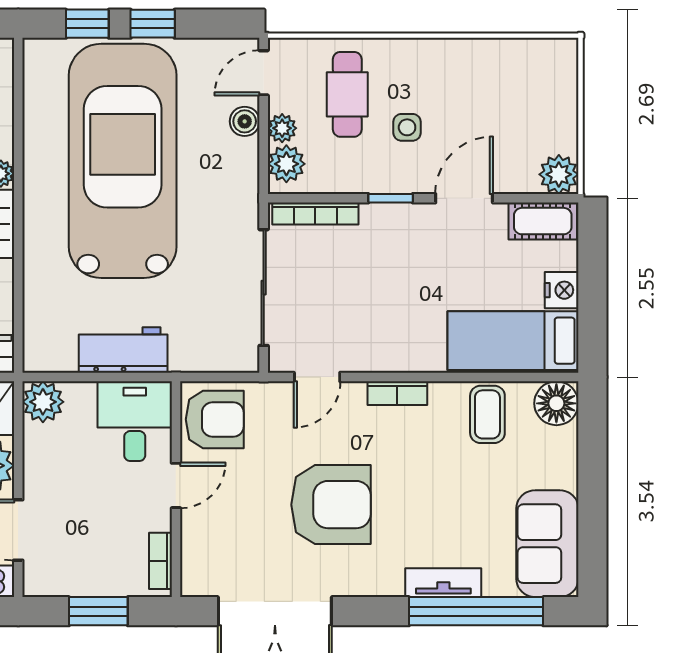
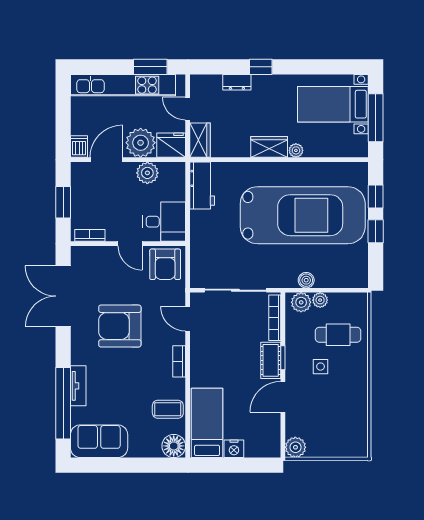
door: (264, 73) -> (349, 290), removed
boiler: (245, 121) -> (306, 280), moved
door: (464, 198) -> (283, 397), swing flipped
cot: (543, 221) -> (271, 360), moved
workbench: (123, 350) -> (202, 185), moved
plant: (43, 402) -> (147, 173), moved
armchair: (331, 505) -> (120, 326), turned 90

